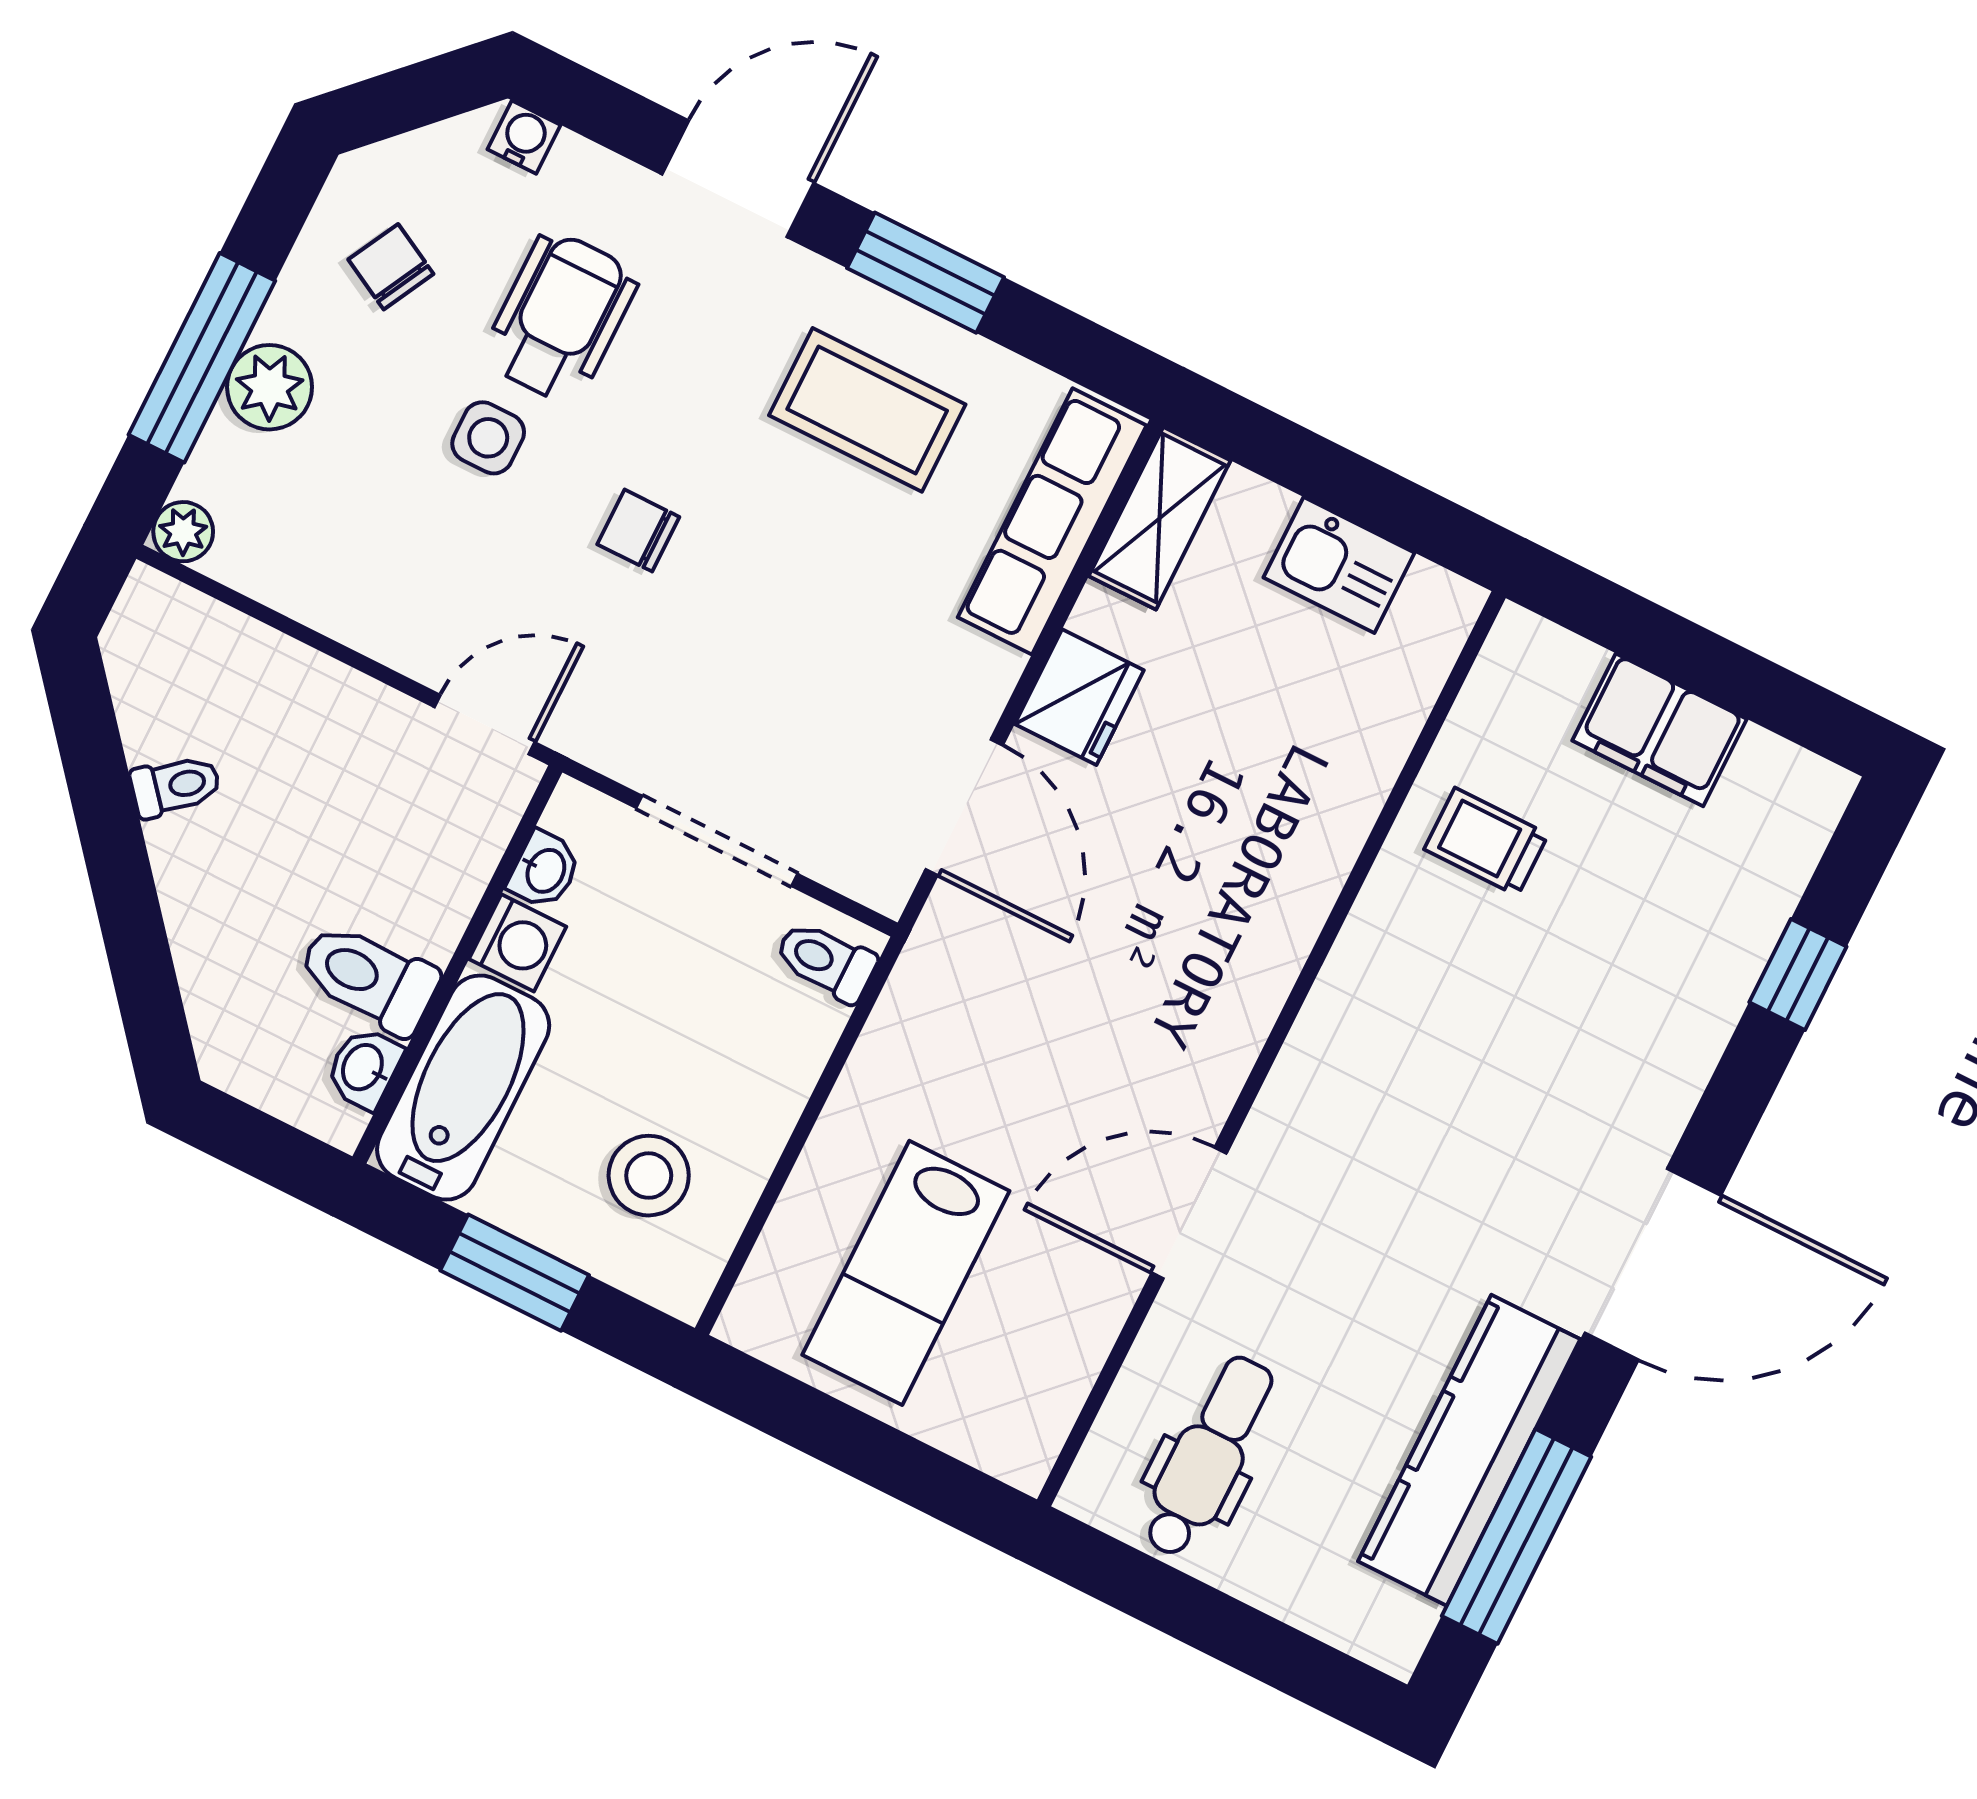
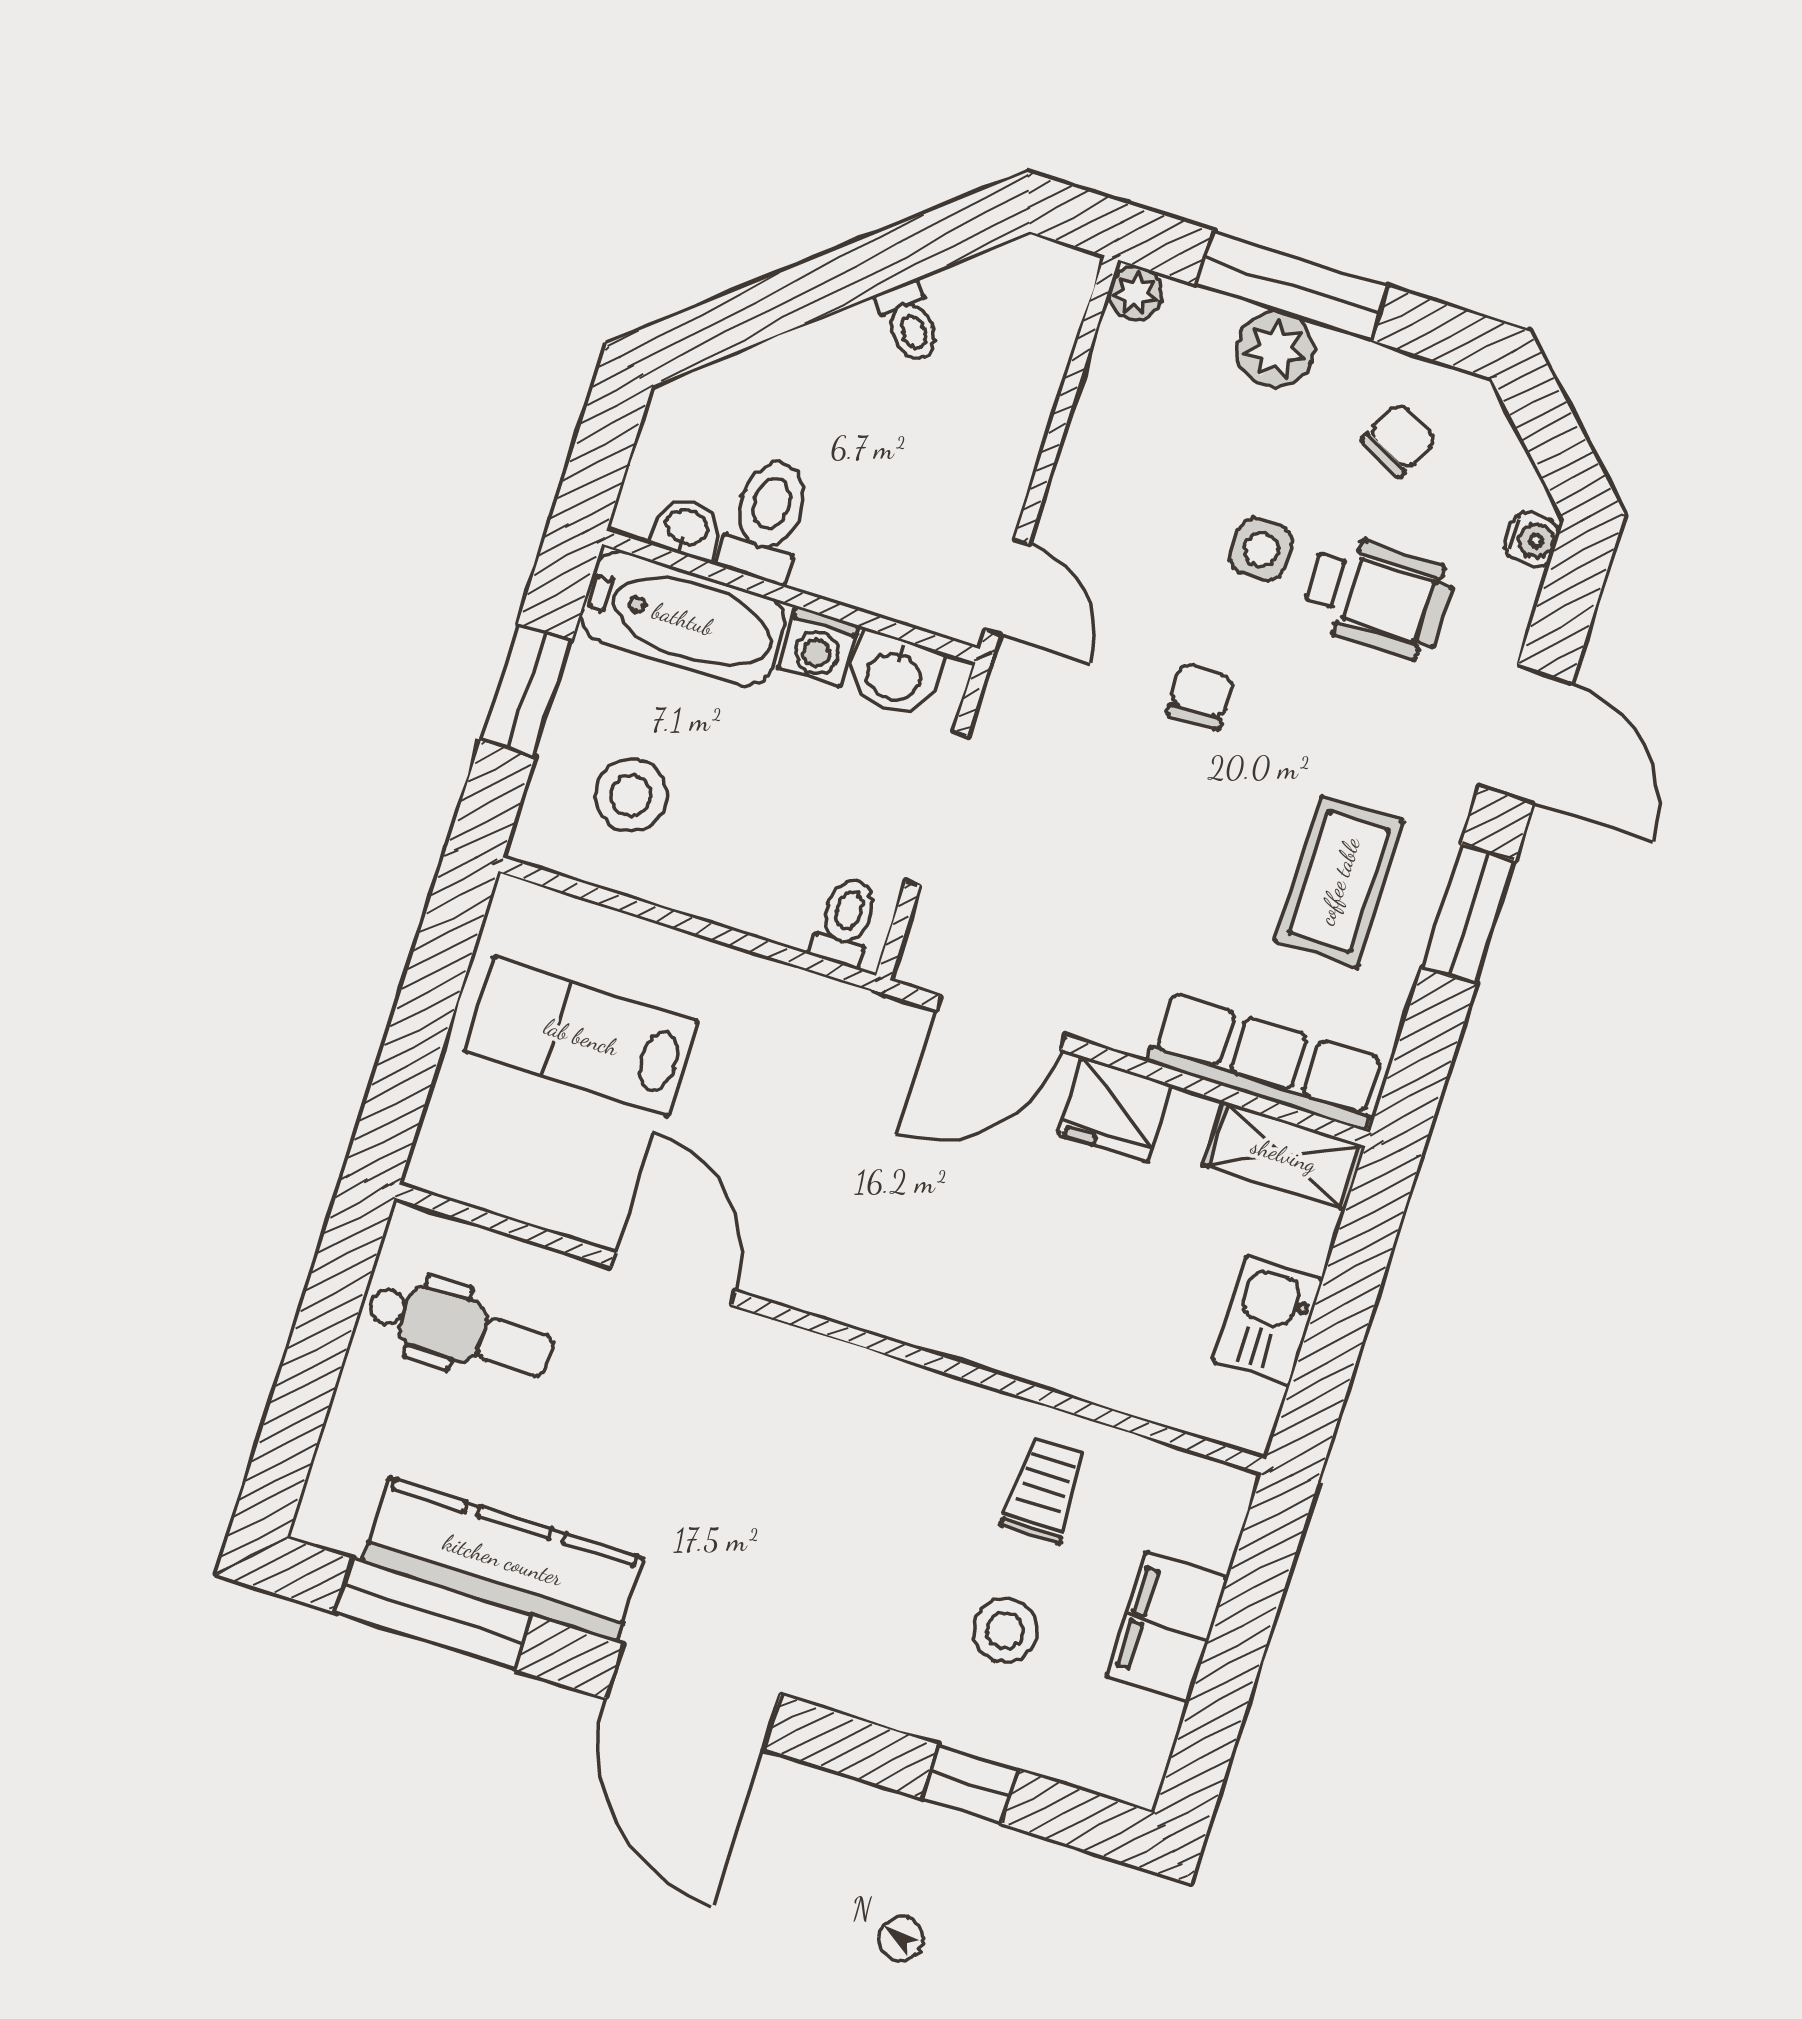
washbasin: (544, 870) -> (894, 674), width x1.38, depth x1.45
stool: (1635, 909) -> (1005, 1631), added

